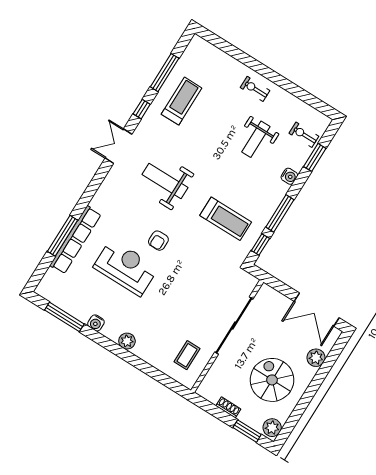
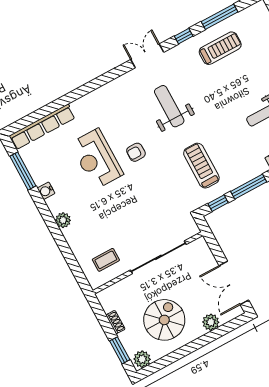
treadmill: (226, 219) -> (201, 166), turned 180
window: (63, 236) -> (59, 103), removed
row of seats: (75, 240) -> (42, 127), moved
reception desk: (126, 267) -> (97, 159), turned 180

